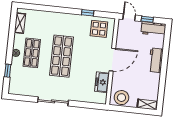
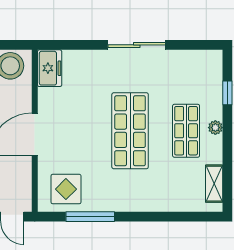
window: (88, 13) -> (90, 217), width x2.17
freezer: (102, 82) -> (50, 68), moved

